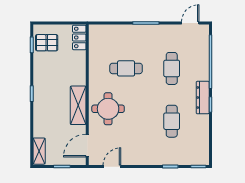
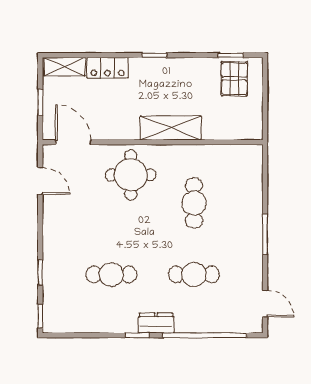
locker: (79, 37) -> (108, 68), moved, turned 180
dresser: (203, 98) -> (156, 323), width x0.70
shelving: (78, 105) -> (171, 128), moved

